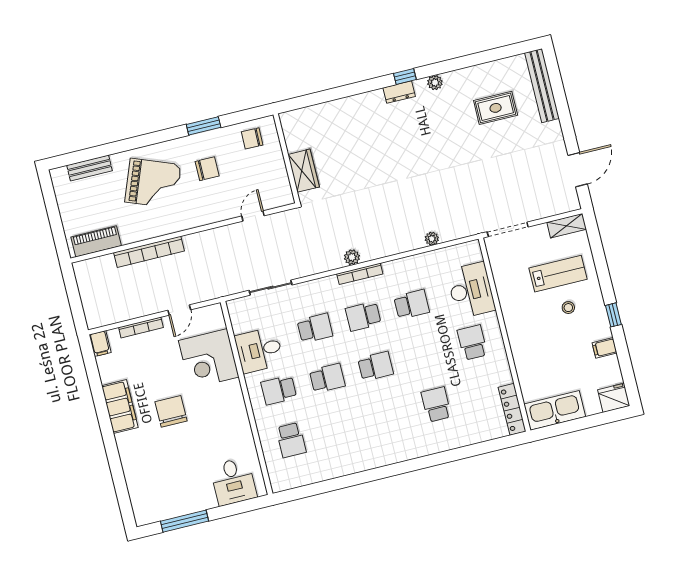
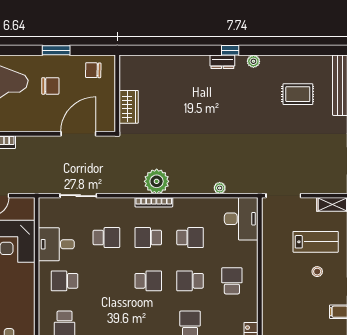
door: (253, 216) -> (78, 134), width x1.88
plant: (352, 257) -> (157, 181), width x1.88, depth x1.88
desk: (471, 290) -> (241, 219), moved
school desk: (327, 378) -> (190, 281), moved, turned 180

